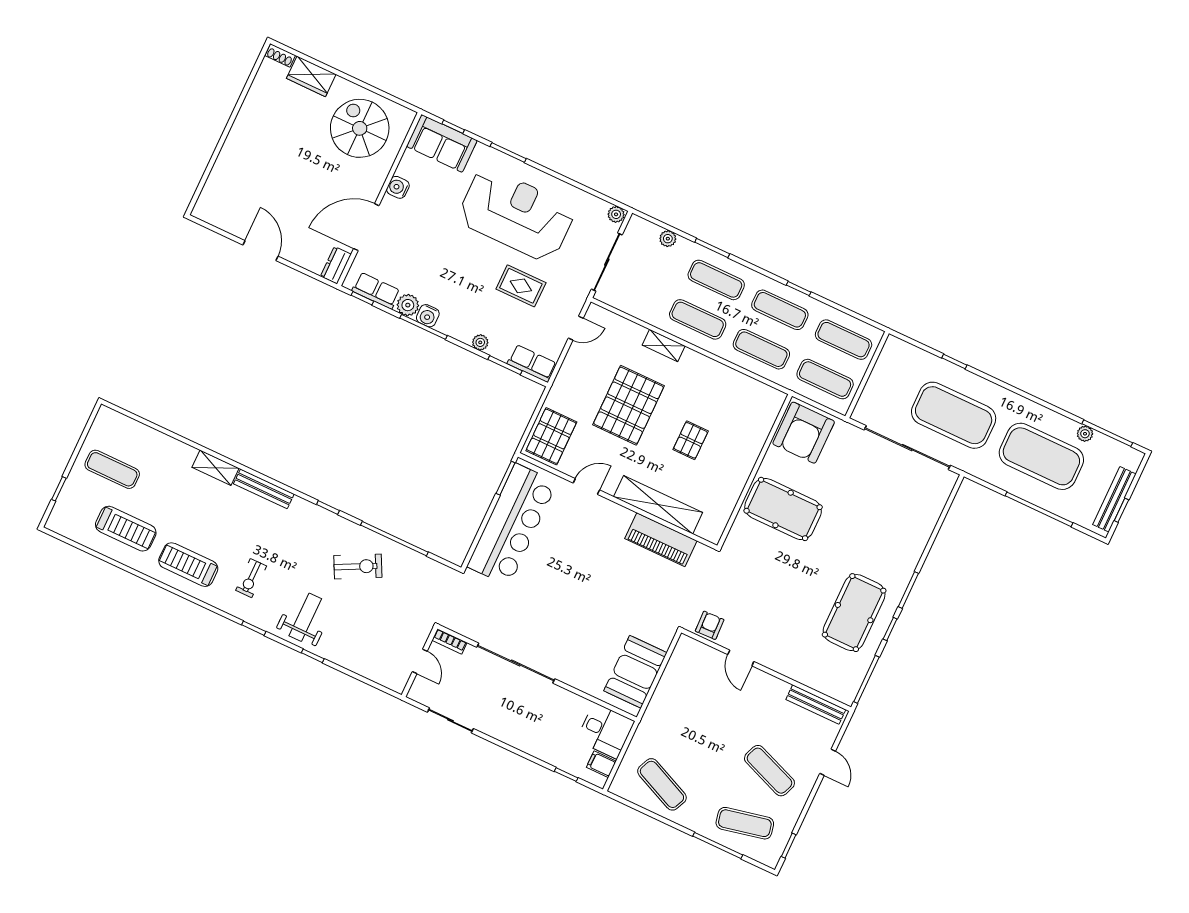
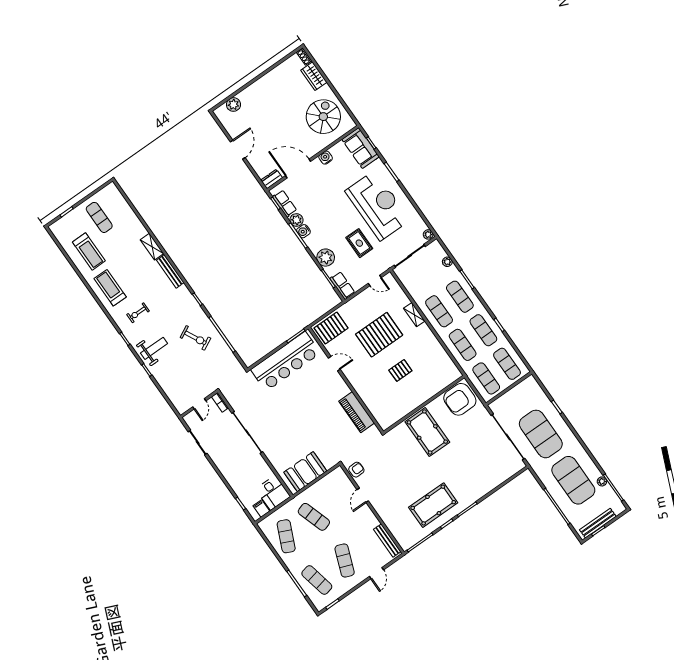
plant: (216, 187) -> (233, 105), added
plant: (480, 342) -> (326, 258), width x1.88, depth x1.88
shelving: (658, 505) -> (365, 394), removed
exercise mat: (687, 732) -> (314, 517), added

